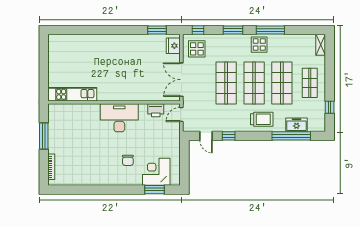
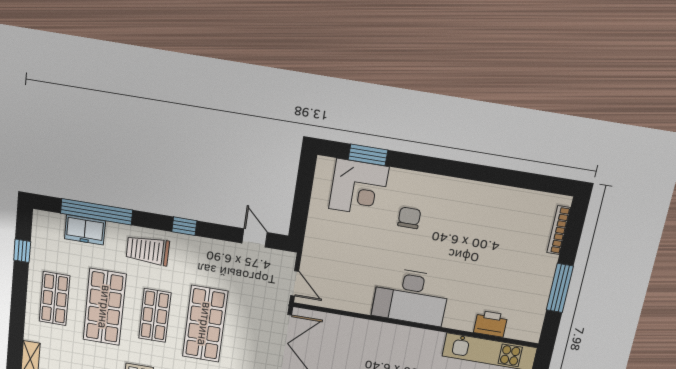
shop shelf: (254, 83) -> (155, 315), width x0.70, depth x0.74
printer: (156, 110) -> (491, 324), moved
door: (181, 114) -> (295, 283), hinge flipped
window: (229, 136) -> (184, 226), moved

